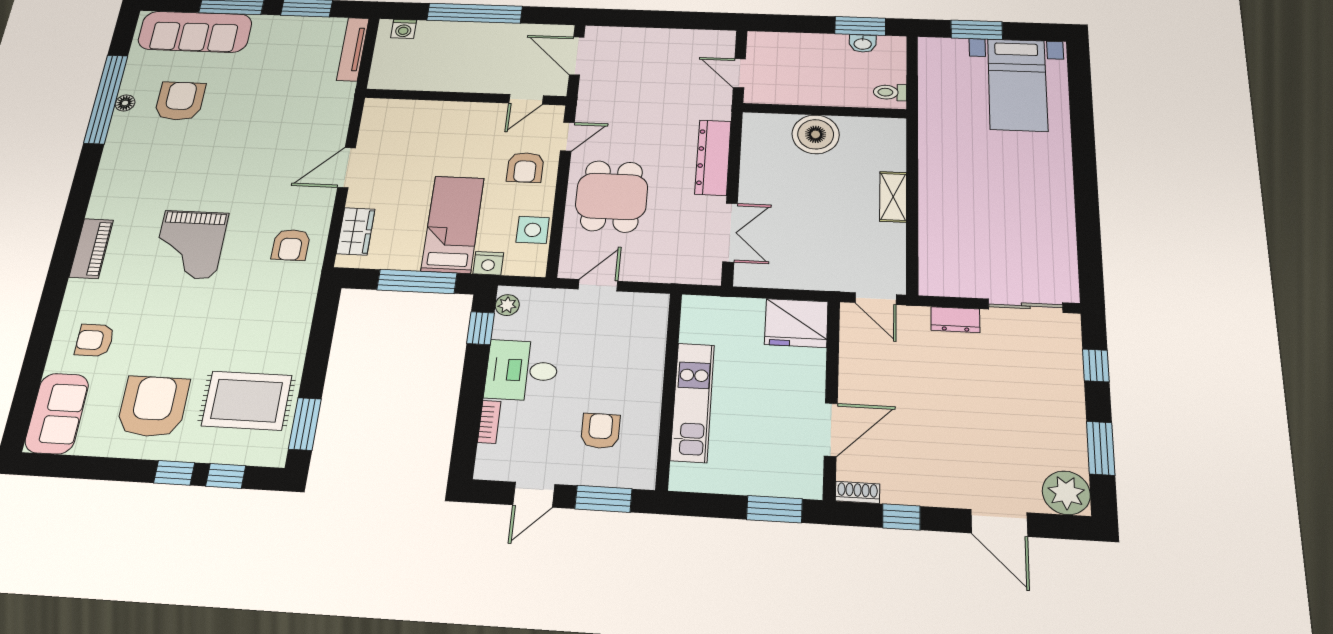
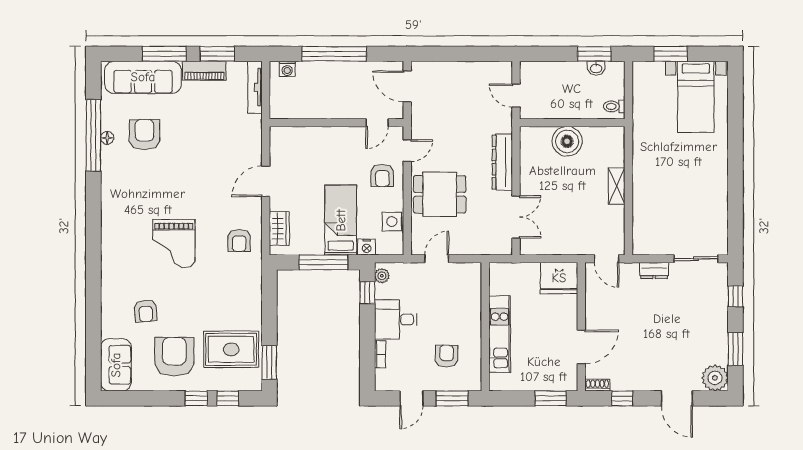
dining table: (612, 196) -> (440, 194), turned 90
piano: (91, 248) -> (204, 71), moved, turned 90
armchair: (95, 340) -> (146, 311), moved, turned -95

